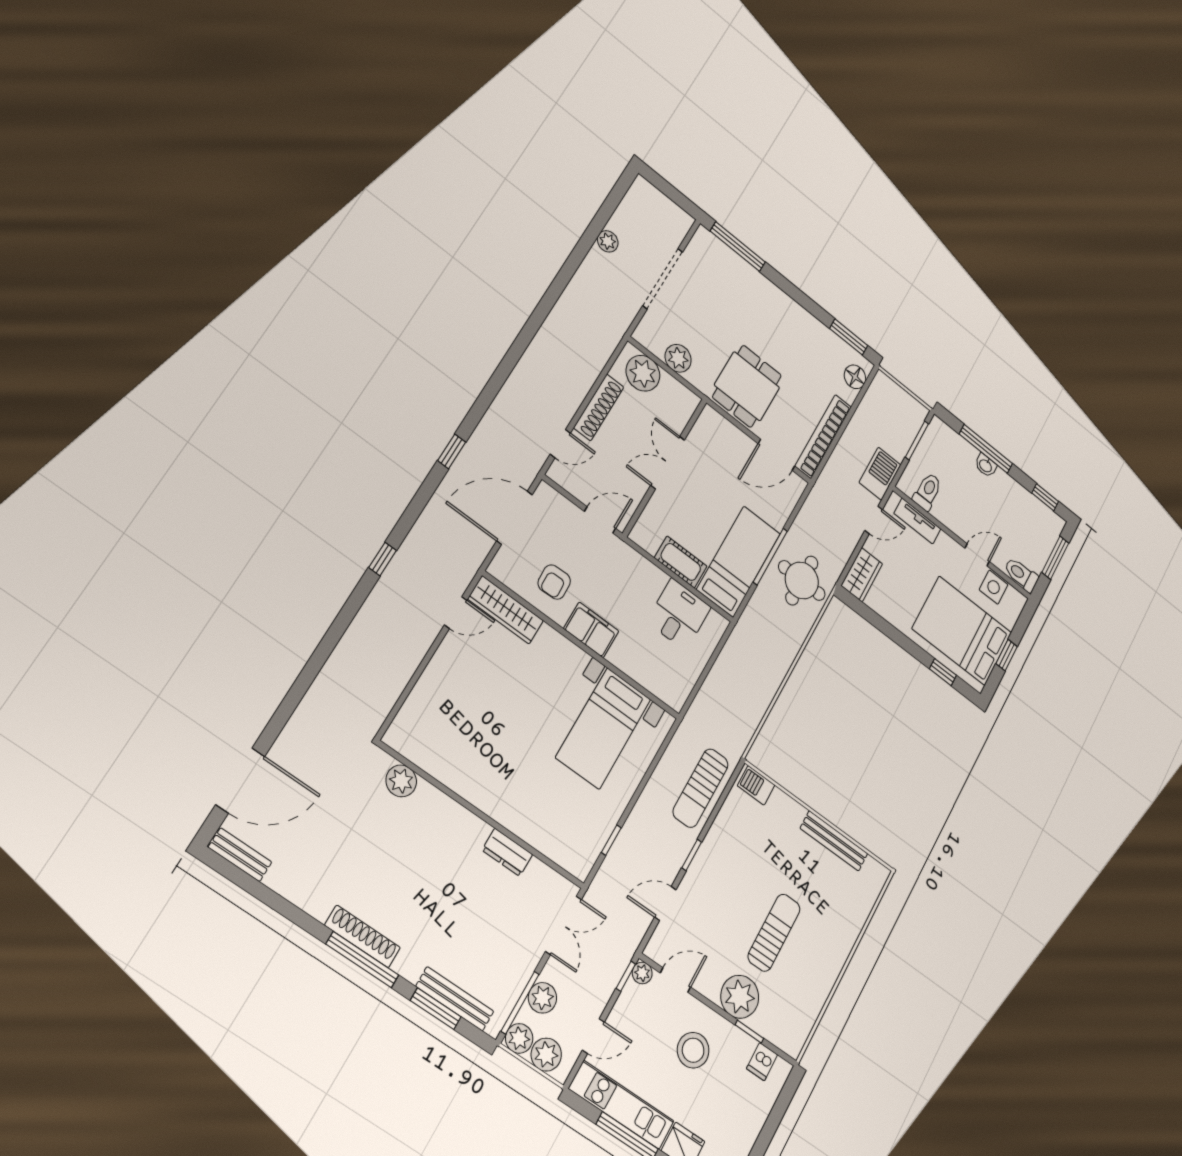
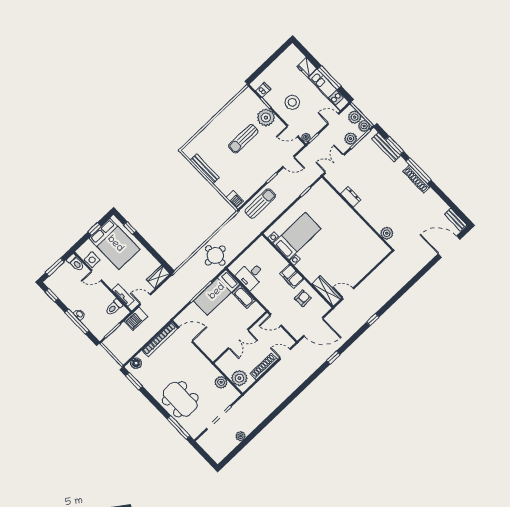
dining table: (747, 386) -> (180, 399), moved, width x1.38
round table: (802, 580) -> (215, 256), moved

